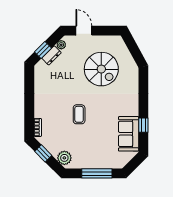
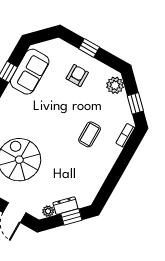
coffee table: (79, 114) -> (90, 134), moved
armchair: (94, 150) -> (77, 75), added
window: (97, 173) -> (89, 48), width x0.46

